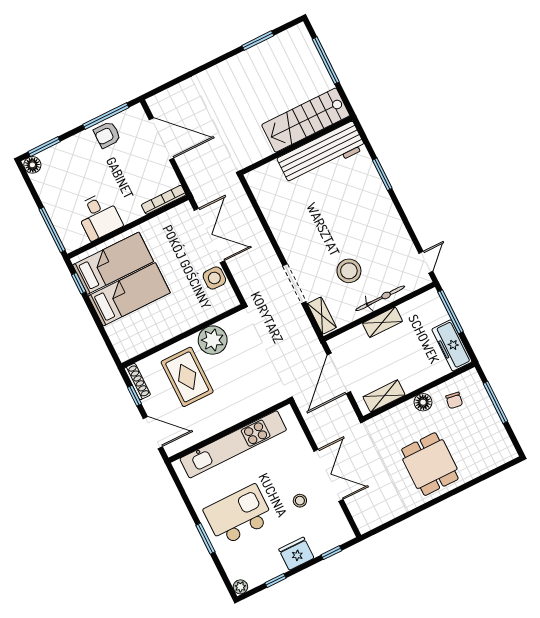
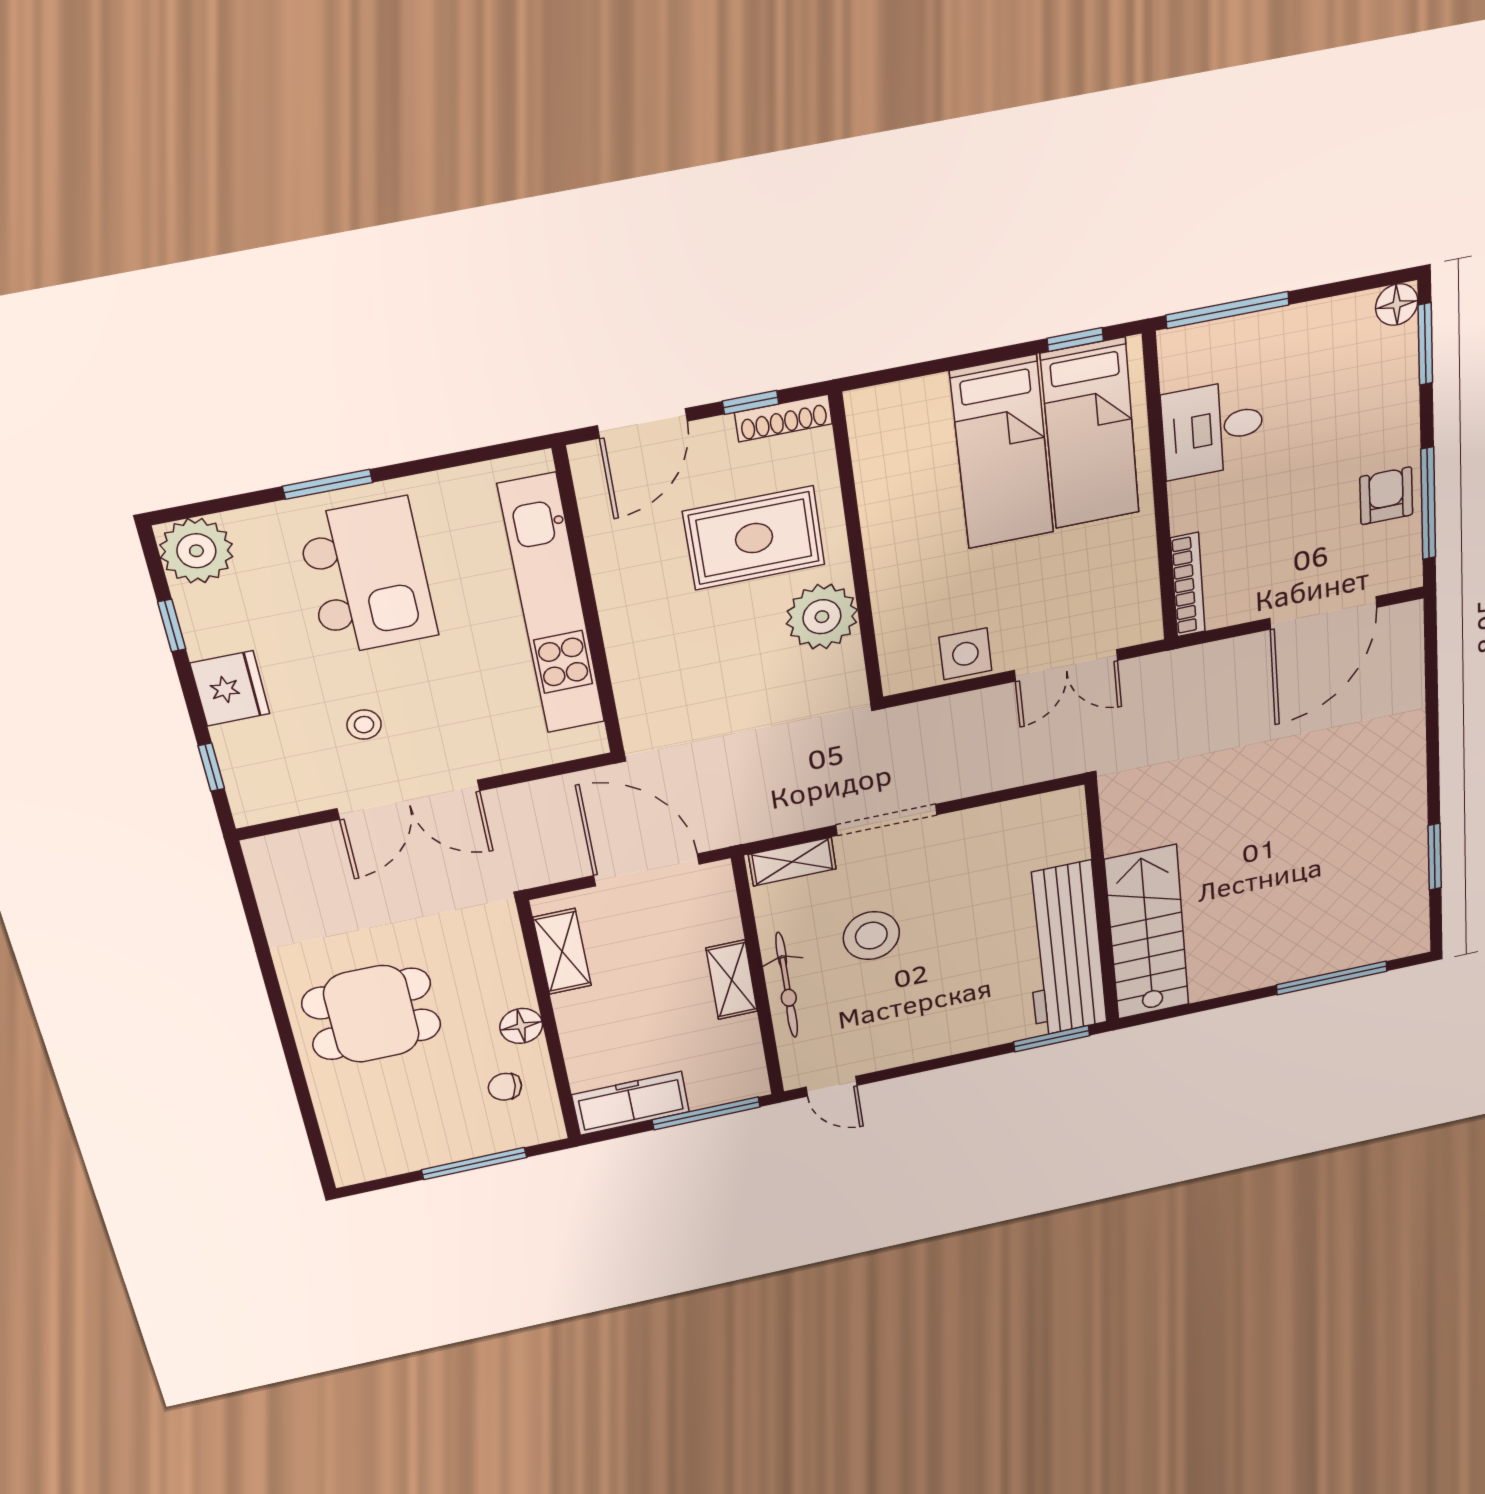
stairs: (306, 120) -> (1147, 933), moved
wall: (297, 145) -> (1102, 905), moved
workbench: (321, 153) -> (1064, 949), moved
double door: (209, 236) -> (1066, 665), width x0.73
plant: (240, 587) -> (196, 551), width x1.88, depth x1.88

